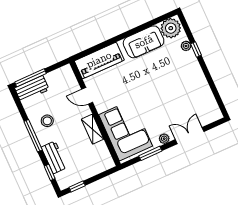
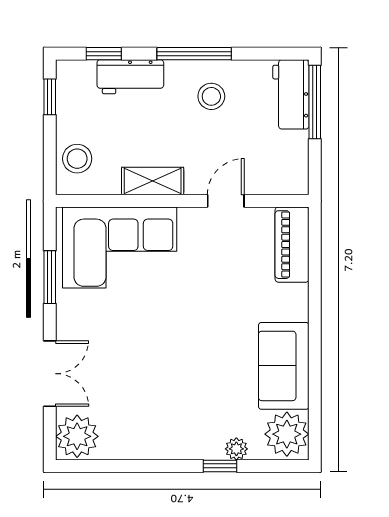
piano: (99, 60) -> (292, 245), width x0.73, depth x0.75
plant: (164, 139) -> (77, 436), moved, width x1.87, depth x1.87
stool: (97, 164) -> (77, 159), added

